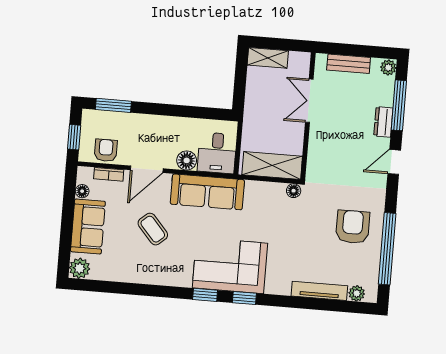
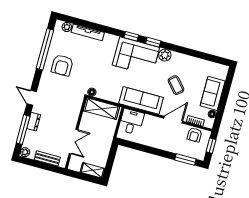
floor lamp: (187, 160) -> (150, 121), removed
door: (394, 162) -> (32, 98), swing flipped
plant: (80, 268) -> (165, 55), moved

